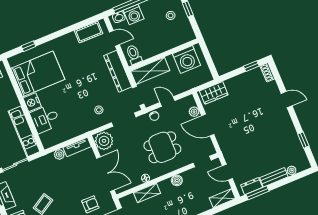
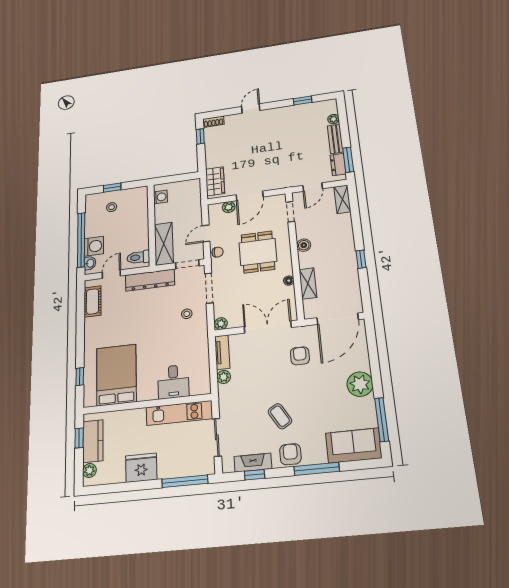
washing machine: (187, 60) -> (160, 197), width x0.53, depth x0.53
nightstand: (32, 102) -> (147, 392), removed
plant: (104, 141) -> (221, 324), width x0.53, depth x0.53

